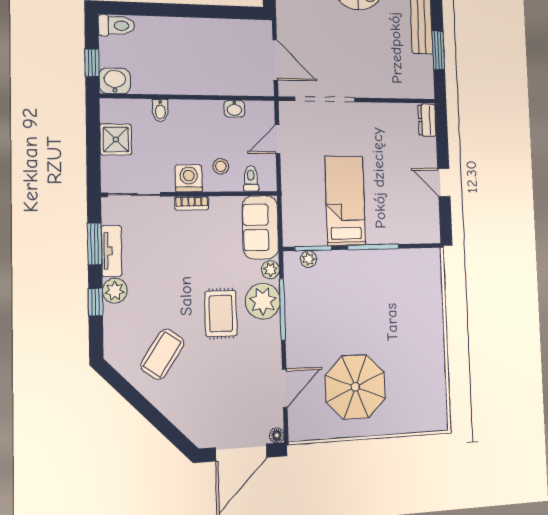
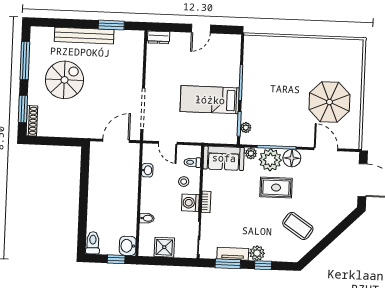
floor lamp: (277, 435) -> (292, 158), moved, width x1.89, depth x1.89

